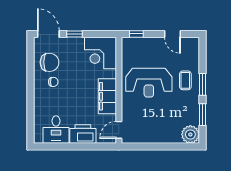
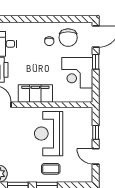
window: (136, 34) -> (96, 132), moved
door: (172, 34) -> (96, 156), hinge flipped
corner desk: (101, 53) -> (77, 73), moved, turned -90

